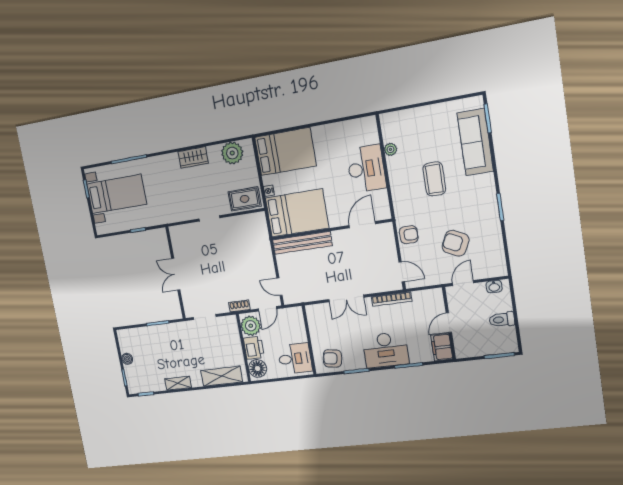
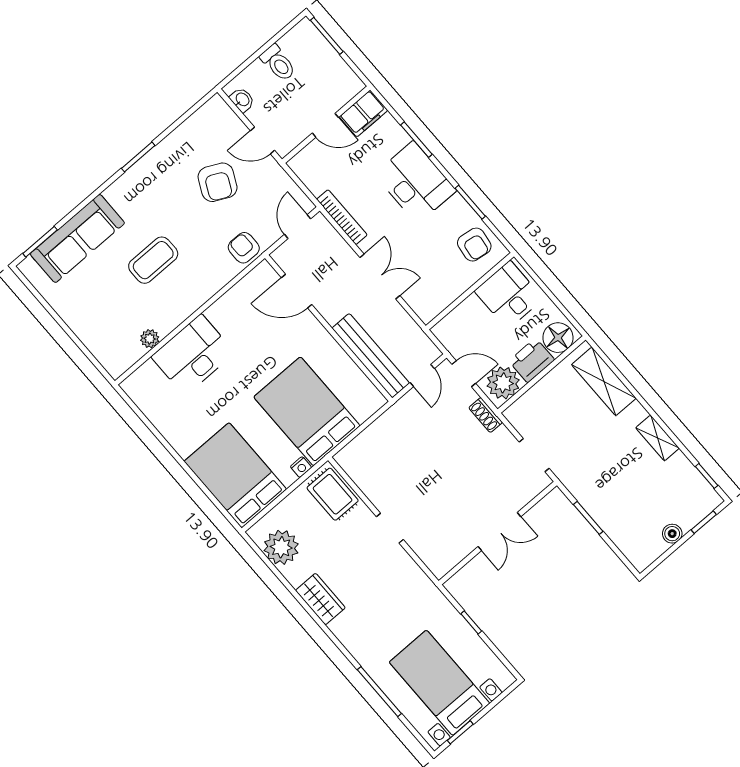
door: (362, 225) -> (297, 291), moved
wall: (331, 229) -> (329, 328), moved
bench: (302, 243) -> (371, 356), moved

